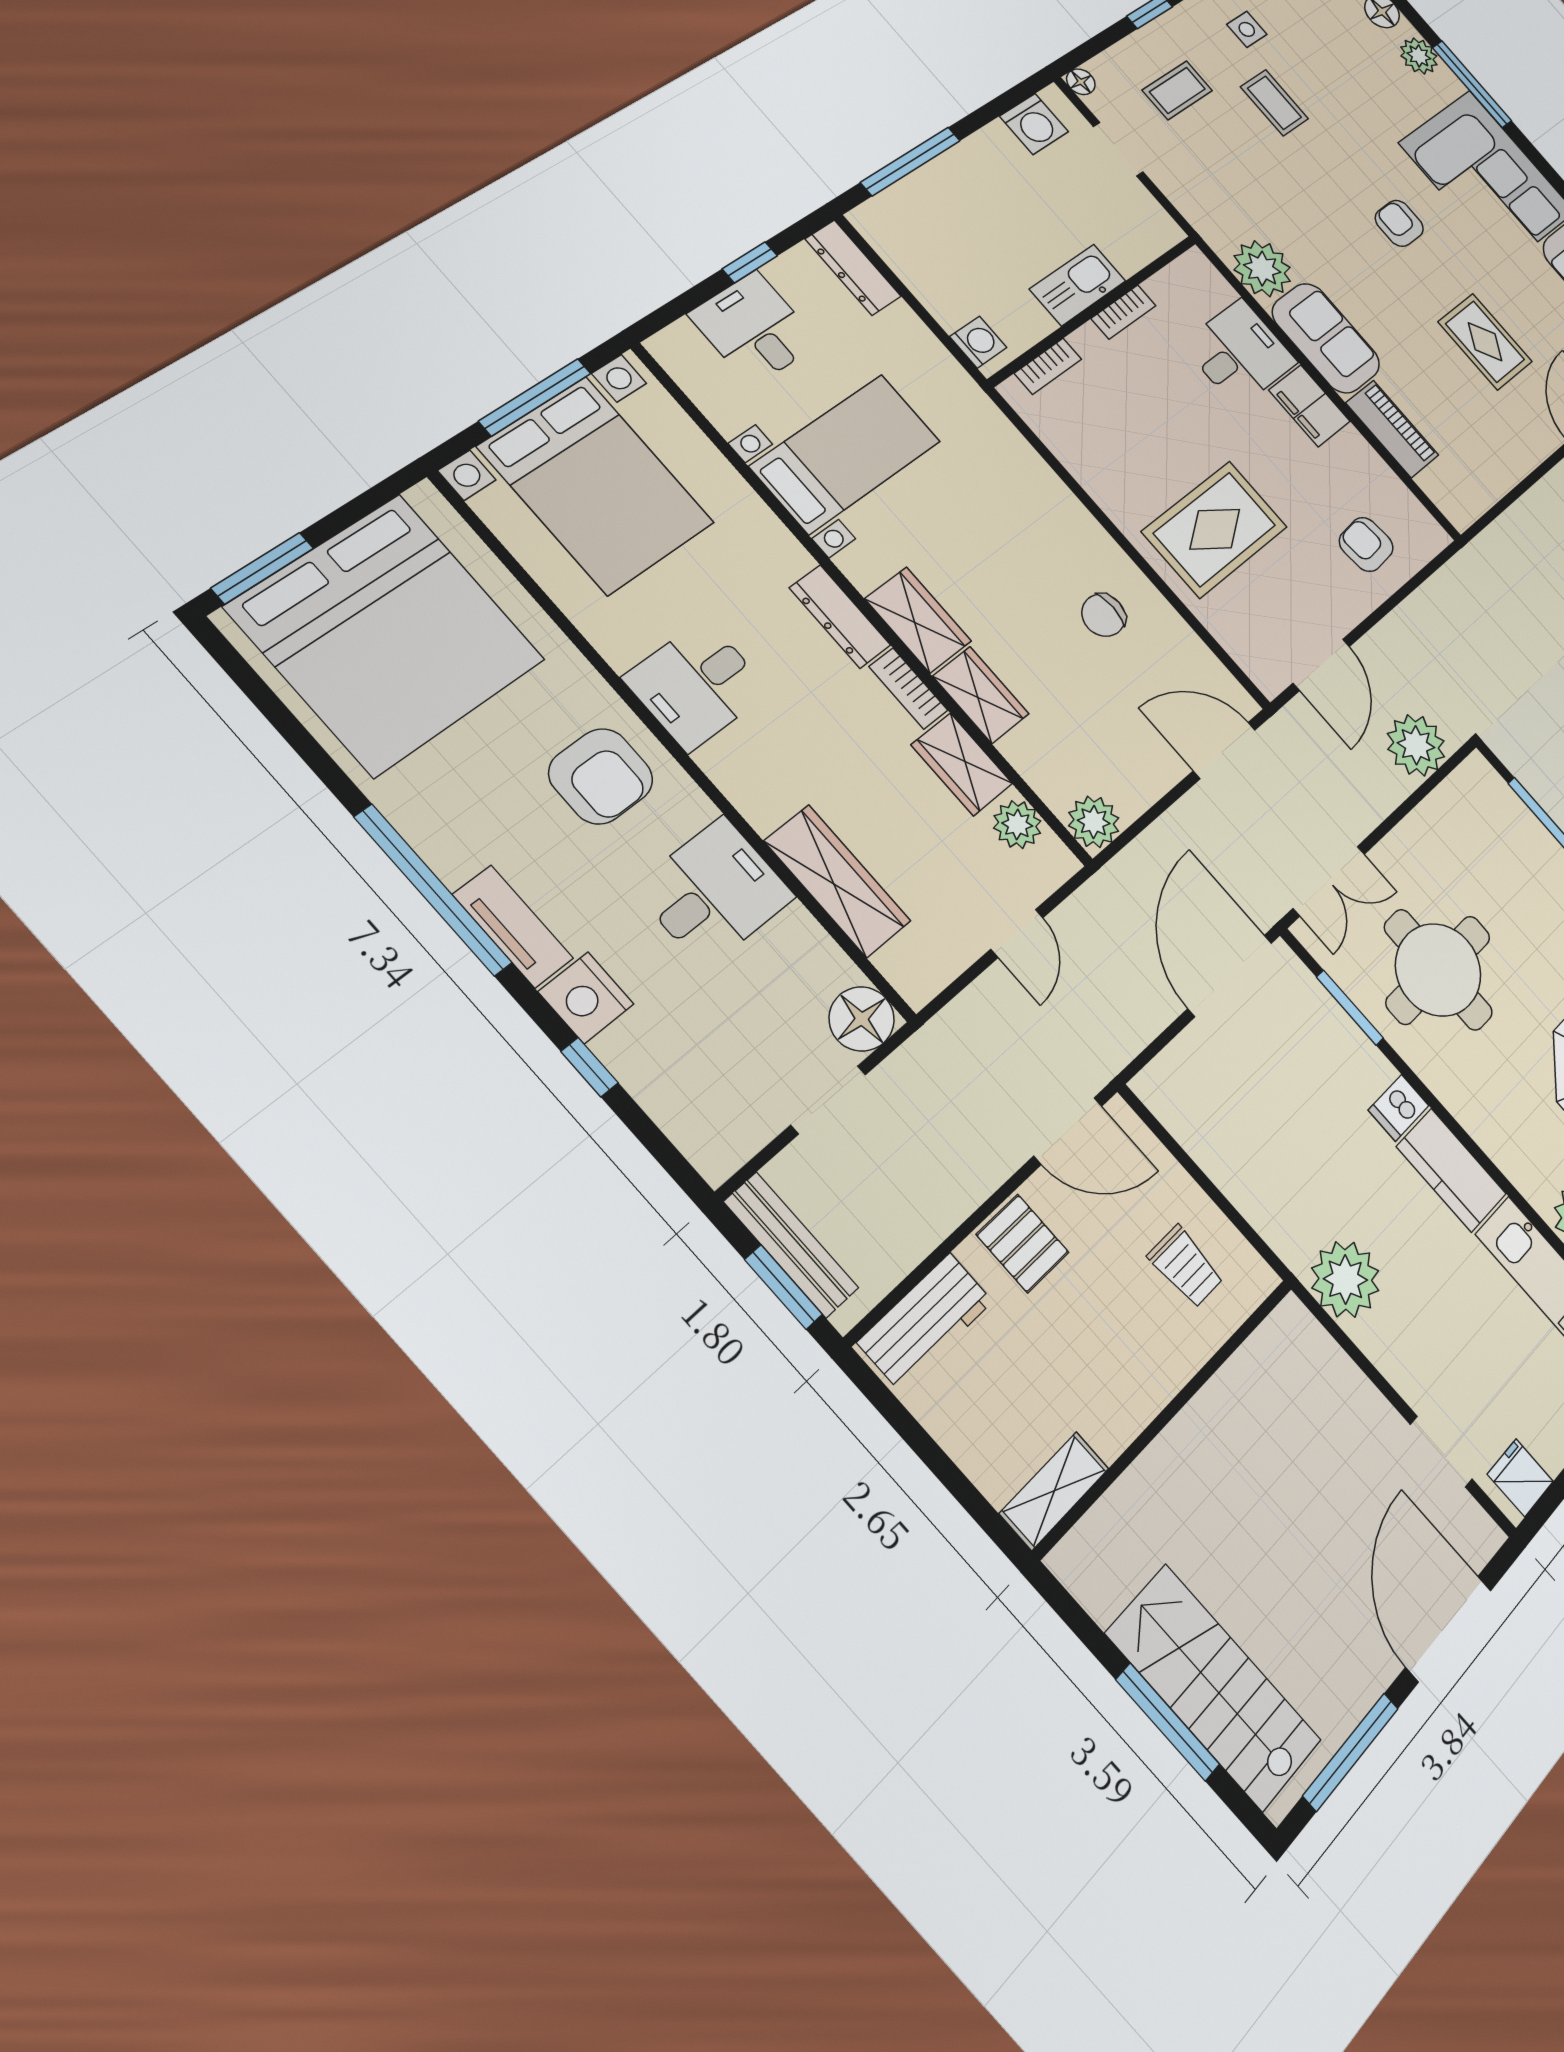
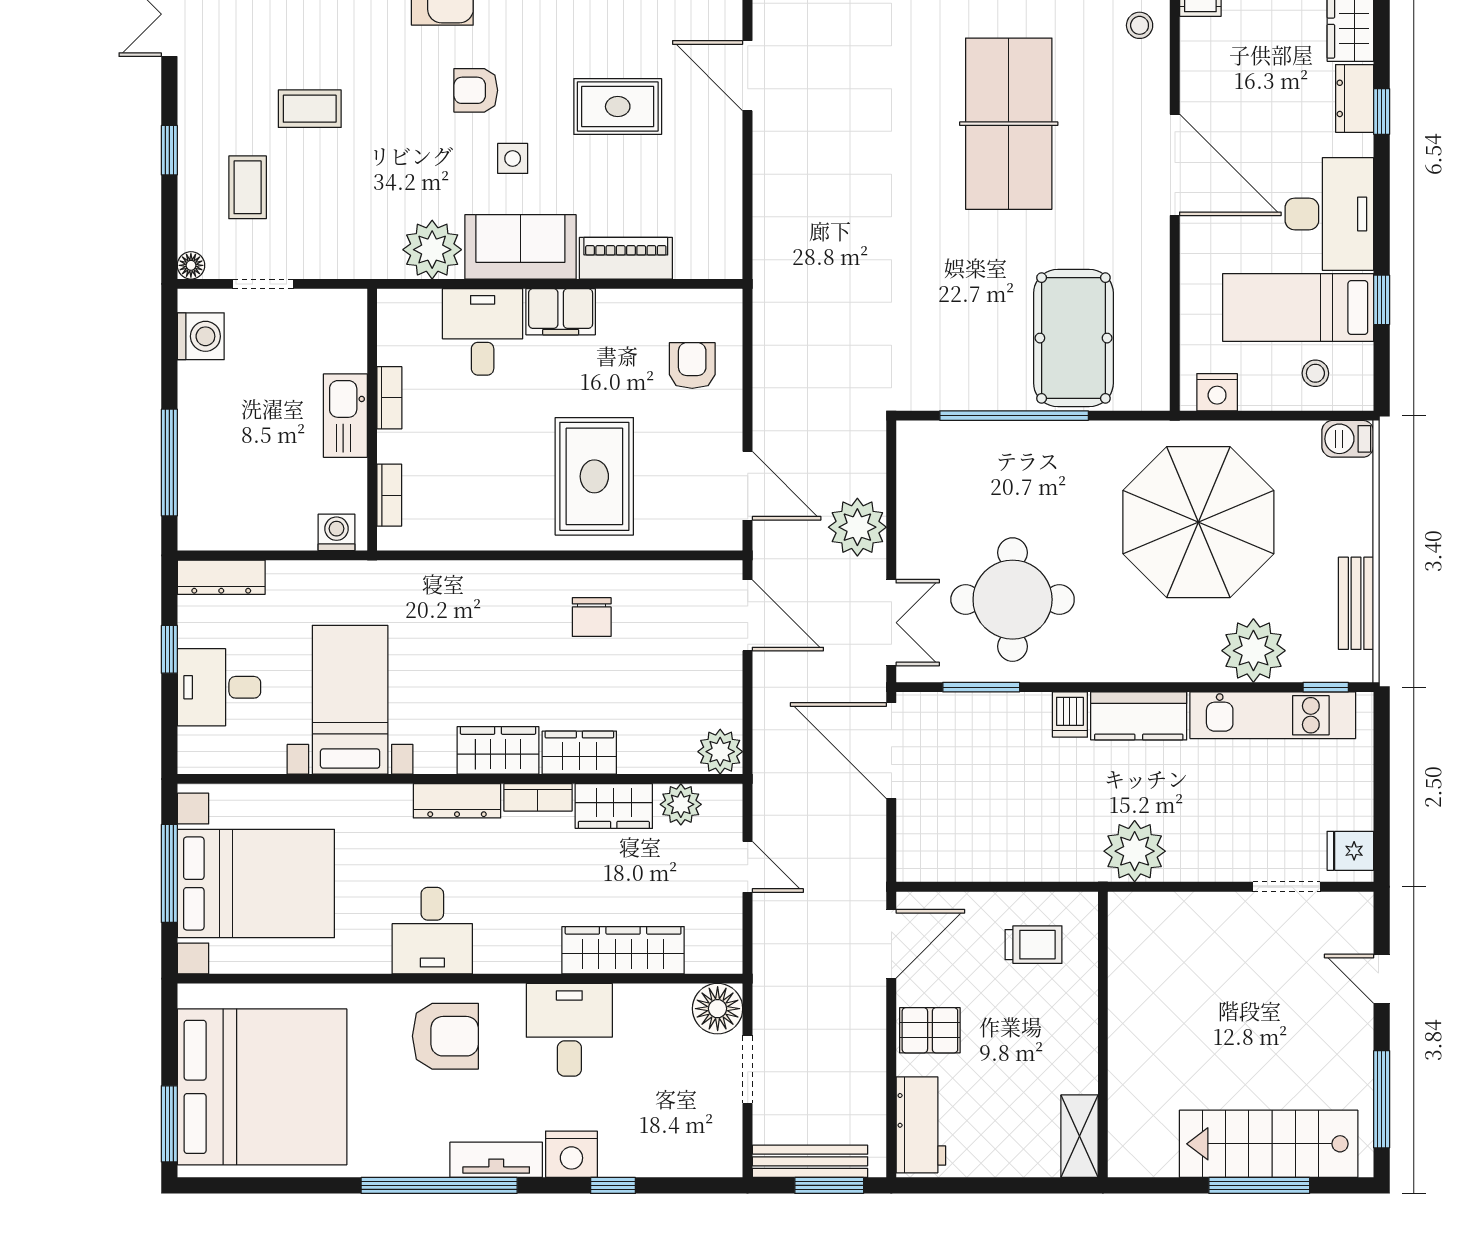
side table: (1247, 29) -> (513, 158), moved
armchair: (1366, 544) -> (692, 366), turned 95
plant: (1416, 745) -> (857, 527), moved
door: (1224, 750) -> (748, 615), swing flipped
door: (1449, 1629) -> (1382, 979), width x0.53

